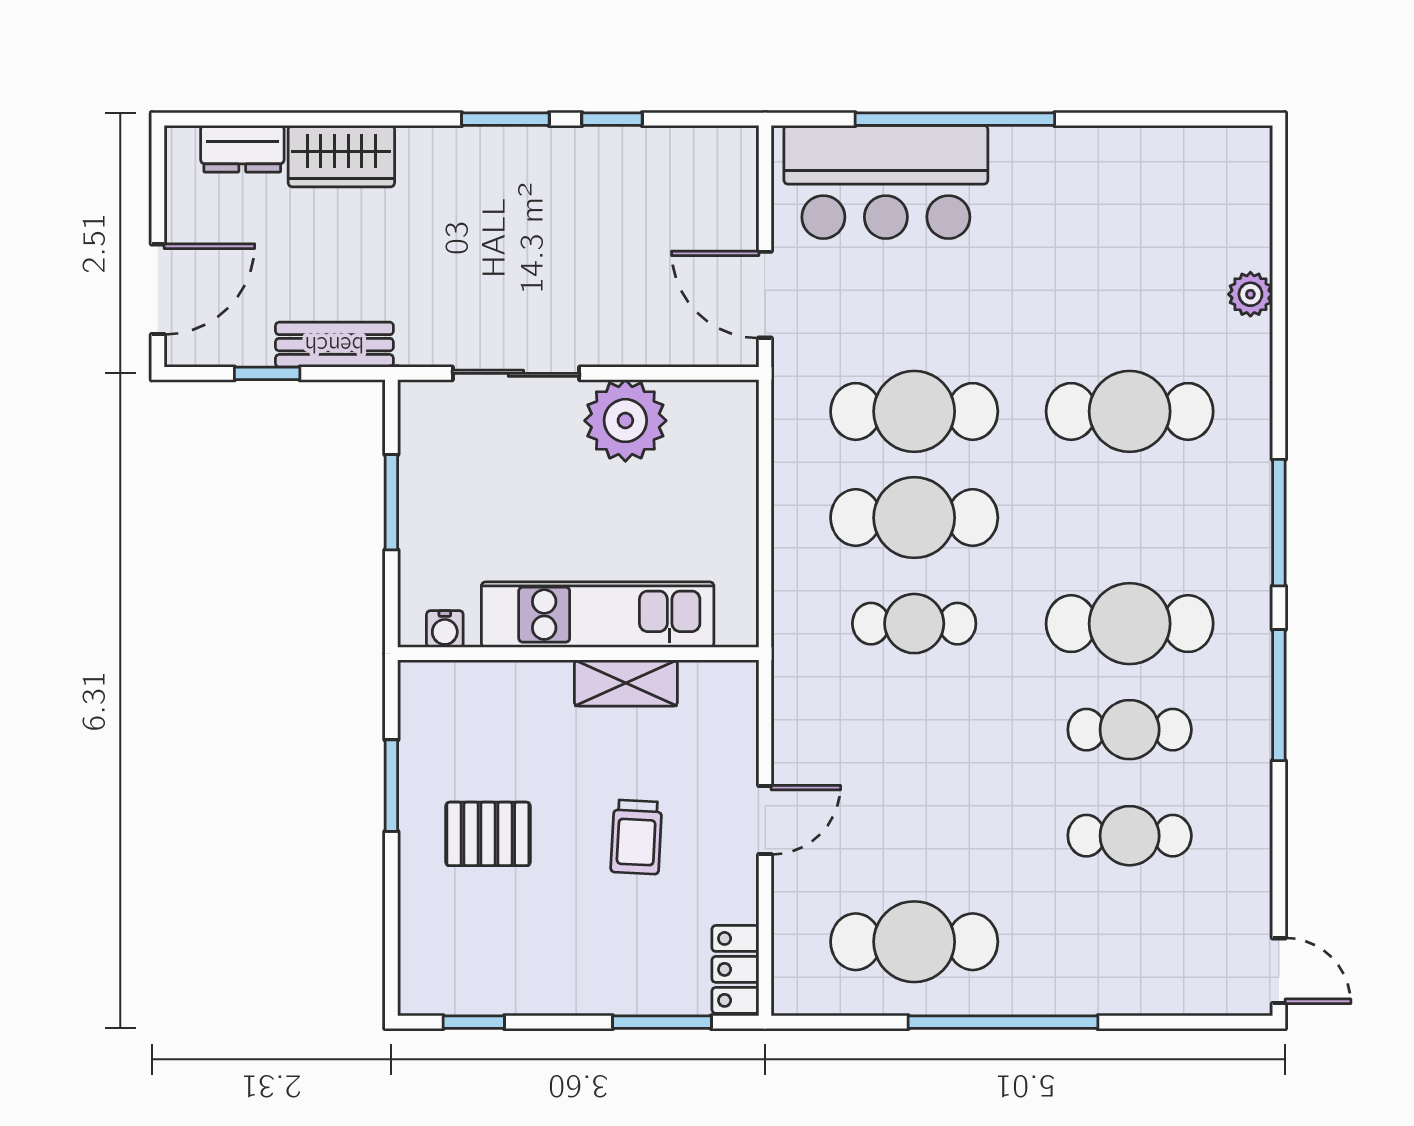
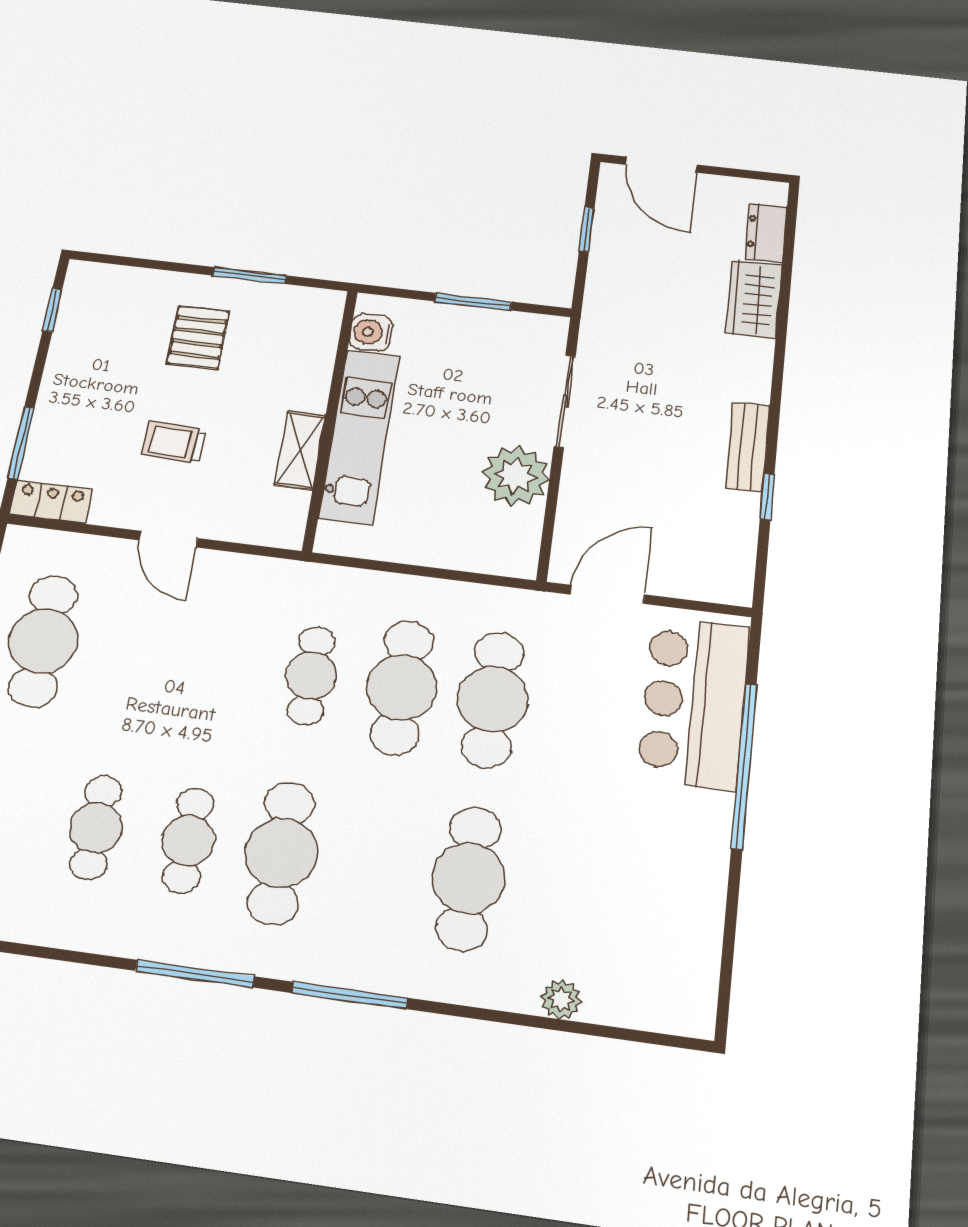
window: (505, 119) -> (774, 418), removed
bench: (334, 345) -> (747, 447), moved
water cooler: (445, 629) -> (371, 332), width x1.38, depth x1.38

